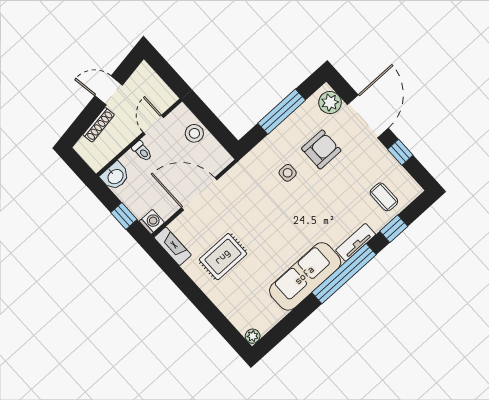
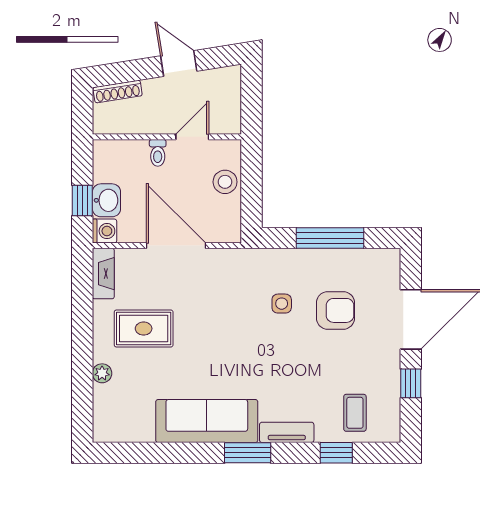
plant: (330, 103) -> (386, 272), removed
shoe rack: (99, 125) -> (118, 92), moved
washbasin: (115, 176) -> (106, 200), moved, turned -90
window: (344, 274) -> (248, 453), width x0.47
plant: (253, 336) -> (102, 373), moved

